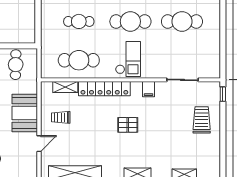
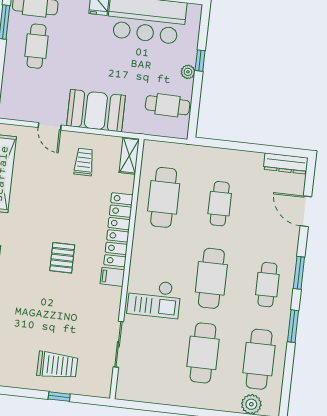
checkout: (128, 59) -> (154, 298), moved
shelving: (65, 87) -> (129, 156), moved
filing cabinet: (149, 89) -> (112, 277), moved
window: (223, 94) -> (59, 397), moved

